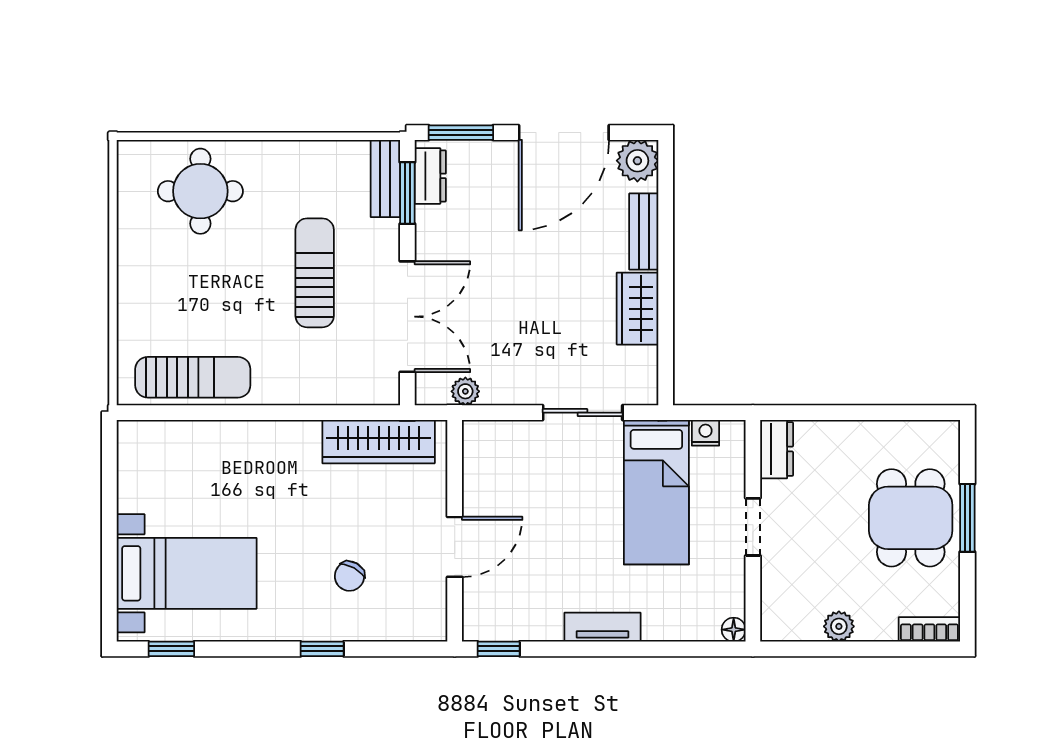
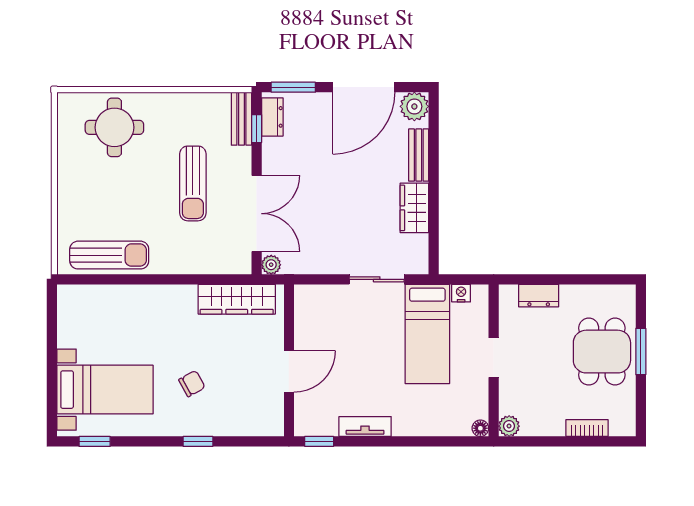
window: (407, 193) -> (257, 129), width x0.67
sun lounger: (315, 273) -> (193, 183), turned 180
plant: (465, 391) -> (271, 265), moved
dresser: (777, 449) -> (539, 296), moved, turned 90
chair: (349, 576) -> (192, 384), moved, turned -148
plant: (839, 626) -> (509, 426), moved
tv unit: (602, 627) -> (365, 426), moved
bookcase: (929, 629) -> (587, 428), moved

